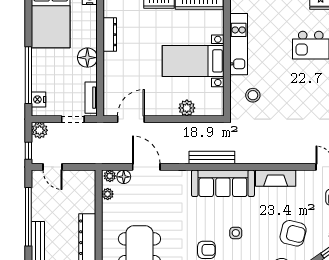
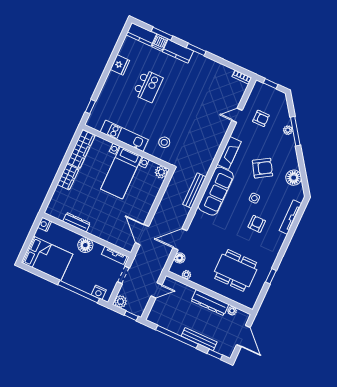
plant: (187, 108) -> (161, 172), moved
door: (53, 167) -> (156, 290), moved
plant: (110, 176) -> (175, 267), removed
armchair: (293, 233) -> (263, 168), moved, turned 44

